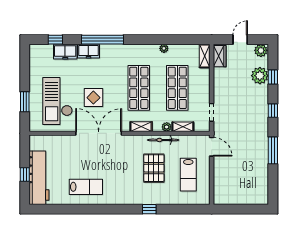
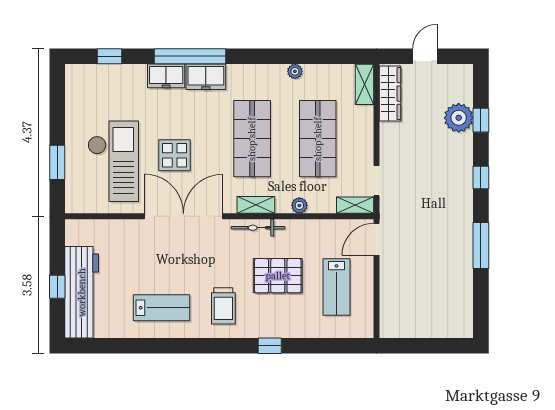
plant: (261, 50) -> (461, 75), removed
freezer: (65, 52) -> (206, 77), moved
wardrobe: (220, 56) -> (390, 94), width x1.50
checkout: (58, 101) -> (113, 161), turned 180
shelving: (183, 127) -> (355, 205), moved
bicycle: (163, 140) -> (258, 228), moved
door: (212, 147) -> (376, 239), swing flipped
pallet: (154, 168) -> (278, 276), turned 90
trolley: (122, 186) -> (223, 306), added

